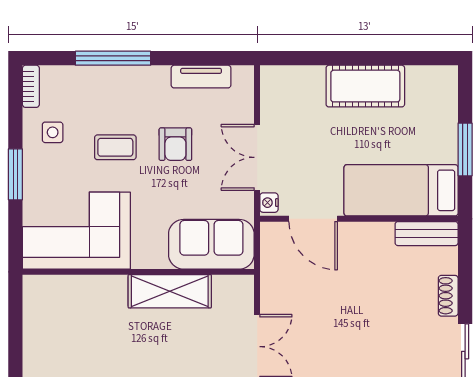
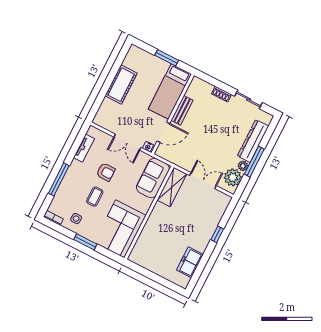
bench: (427, 234) -> (182, 110), moved
shelving: (170, 291) -> (172, 187), moved

